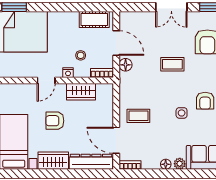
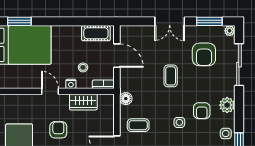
coffee table: (172, 64) -> (171, 76), turned 90
floor lamp: (126, 65) -> (126, 99), moved
door: (46, 80) -> (50, 91), swing flipped
armchair: (55, 121) -> (58, 130), turned 90

